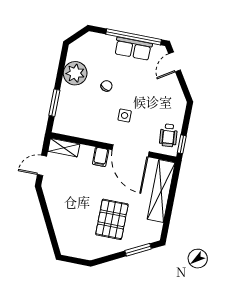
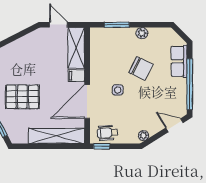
row of seats: (133, 49) -> (179, 61), moved
plant: (75, 73) -> (142, 33), width x0.53, depth x0.53
chair: (106, 86) -> (141, 69), width x1.87, depth x1.87
plant: (179, 97) -> (144, 136), added
shelving: (64, 148) -> (76, 48), width x1.50, depth x1.33

